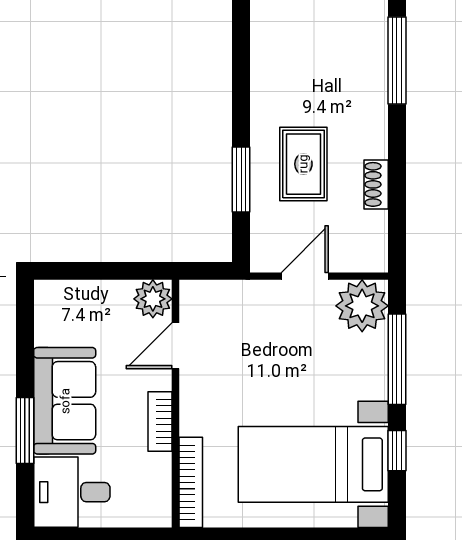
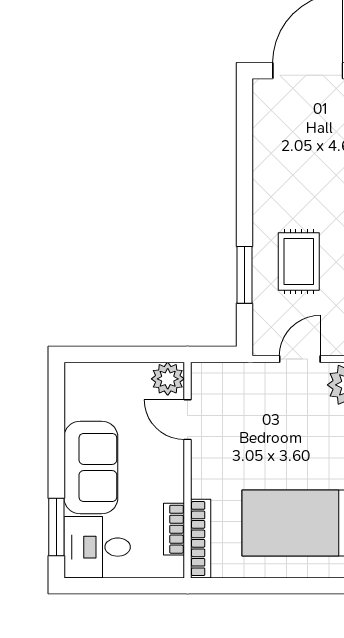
door: (176, 346) -> (187, 420), hinge flipped
bookcase: (160, 421) -> (174, 529), moved
window: (25, 430) -> (56, 527), moved

